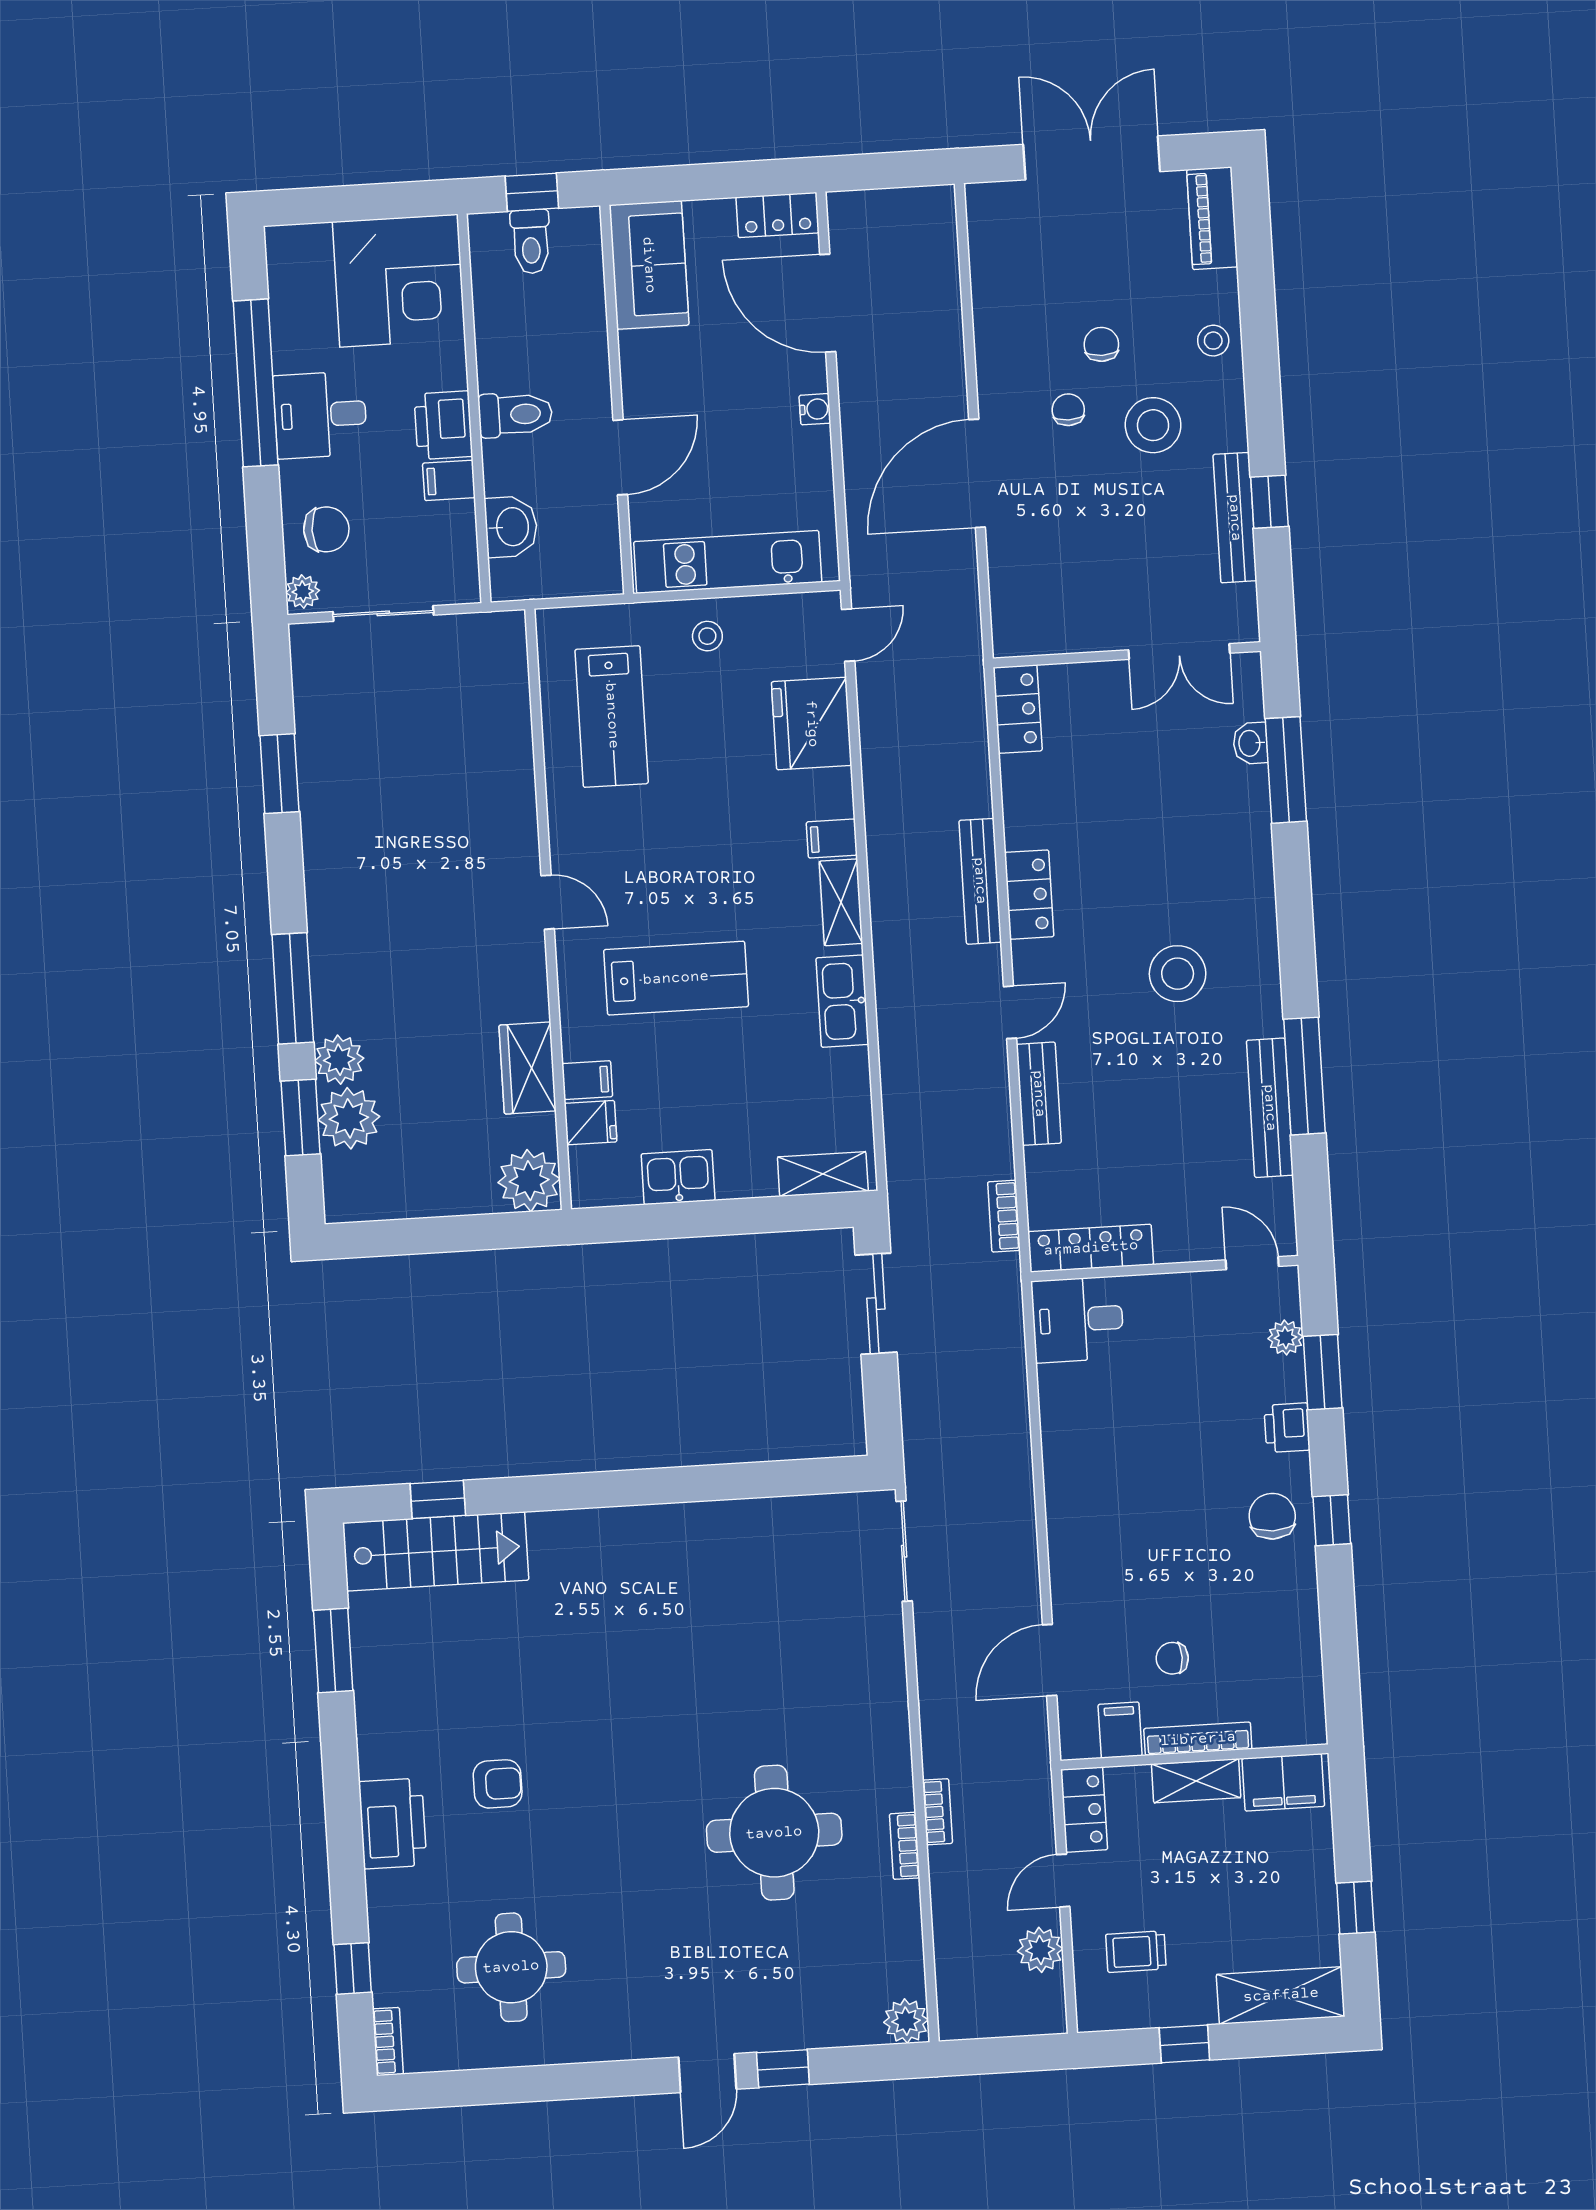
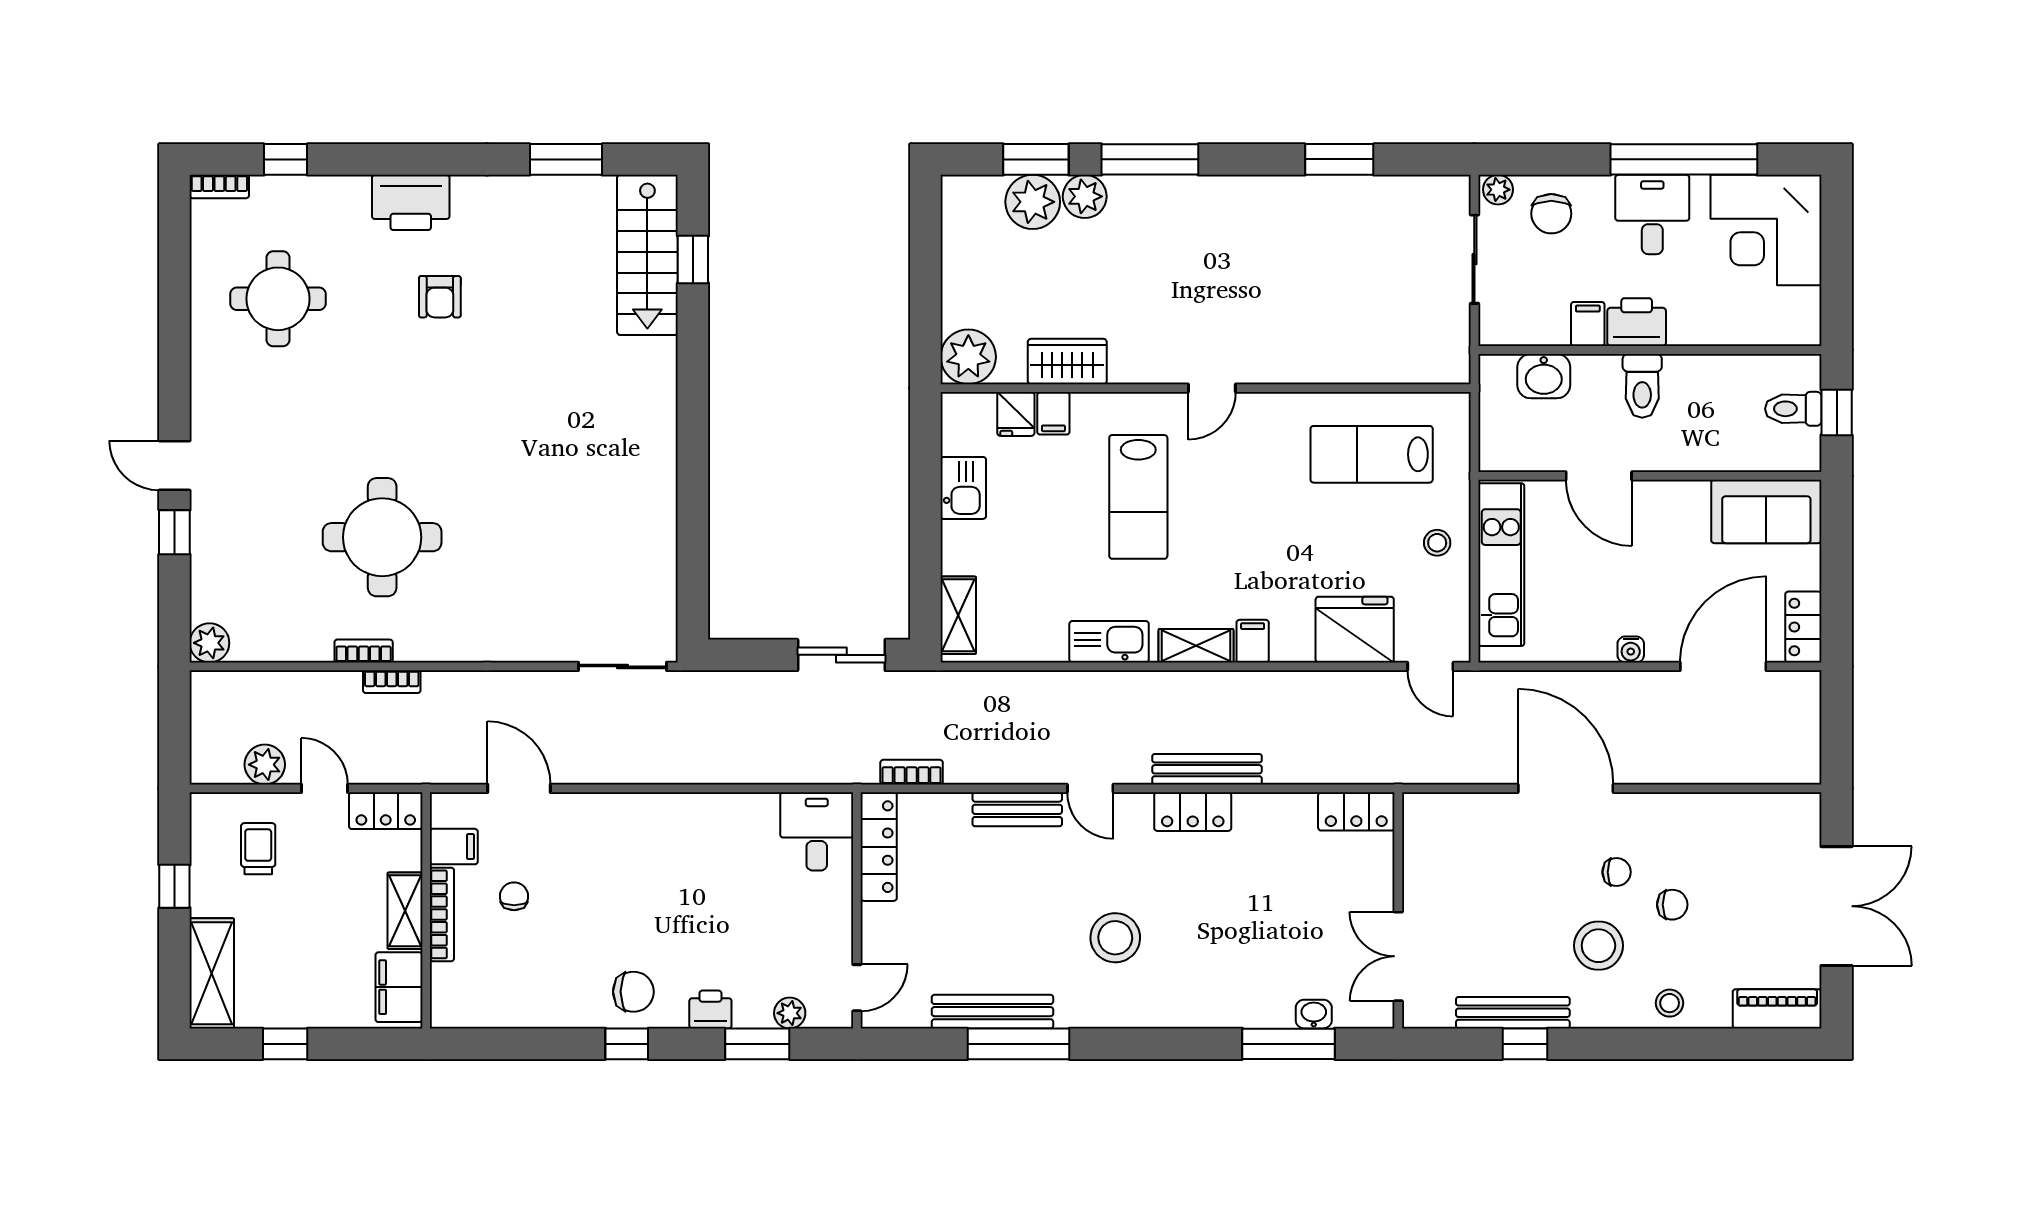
corner desk: (399, 281) -> (1766, 230), moved

